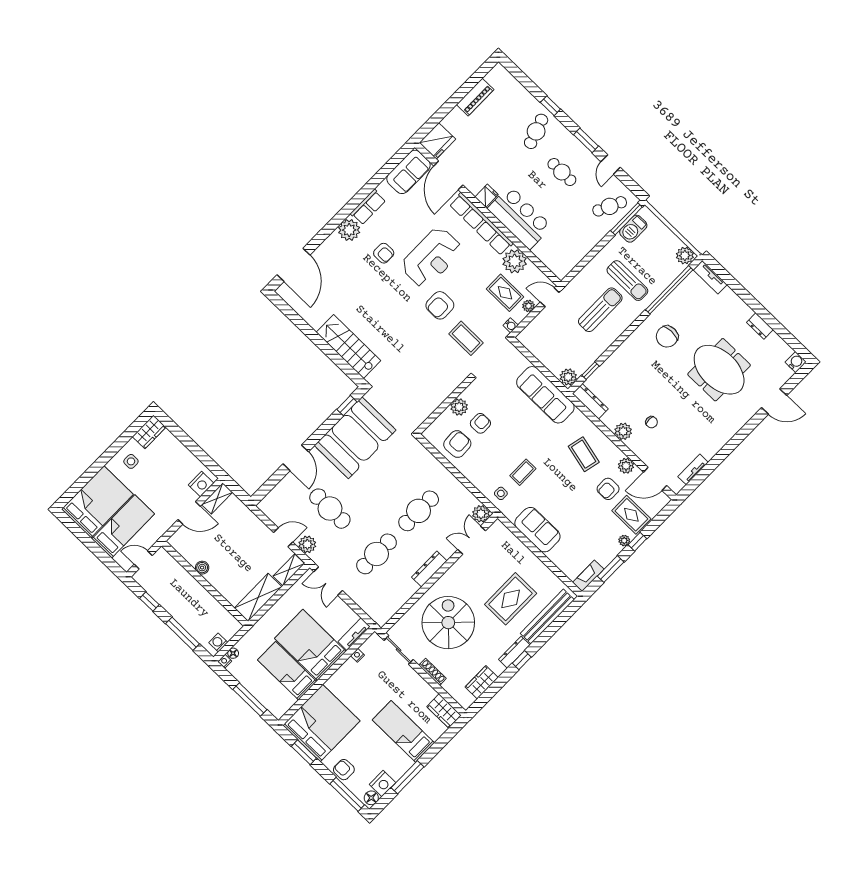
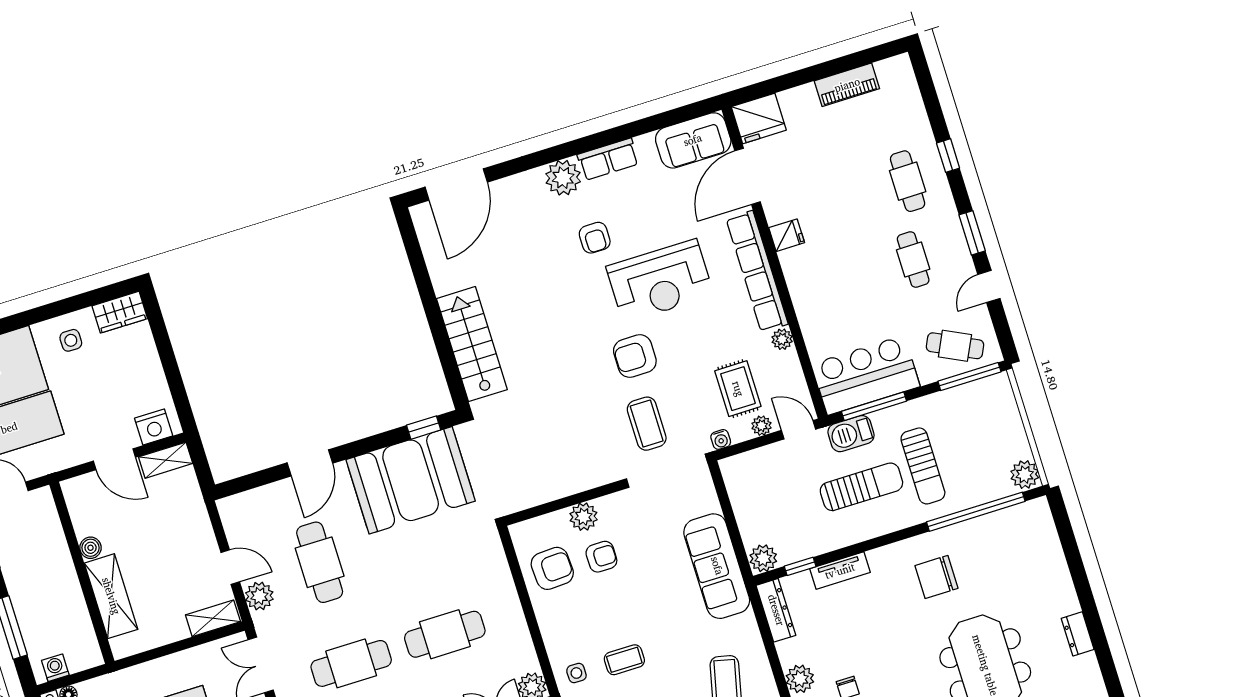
cafe table: (536, 131) -> (908, 181), turned -71
bar counter: (520, 218) -> (866, 375), moved, turned -90
barbecue: (633, 229) -> (851, 434), moved
plant: (515, 261) -> (782, 339), width x0.53, depth x0.53
window: (584, 263) -> (874, 406), added
tv unit: (710, 277) -> (840, 571), moved, turned -90
shelving: (258, 597) -> (111, 596), moved, turned 90

